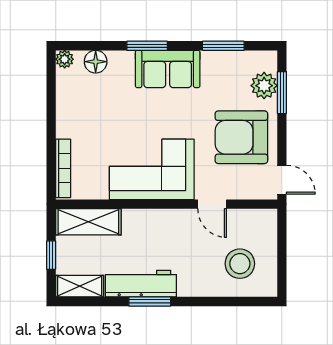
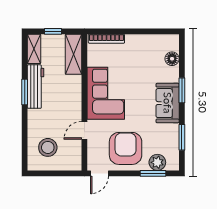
plant: (65, 59) -> (174, 40), removed

